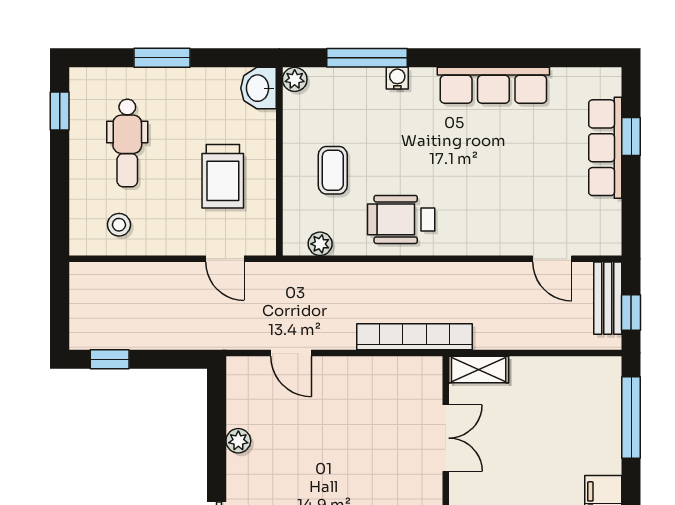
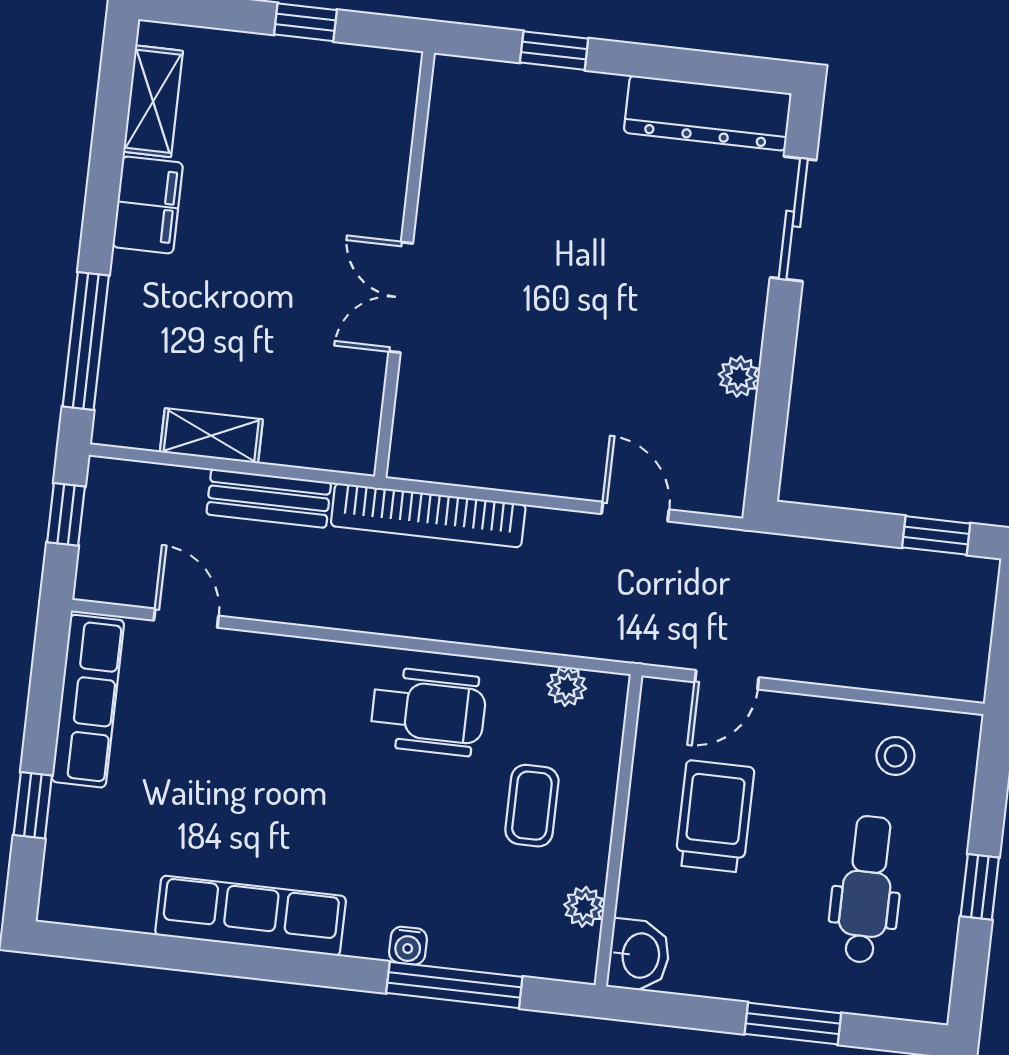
plant: (295, 79) -> (584, 907), moved
window: (60, 111) -> (980, 887), moved
row of seats: (605, 148) -> (88, 701), moved
door: (225, 259) -> (727, 680), swing flipped
bench: (608, 298) -> (269, 498), moved, turned 90
shelving: (479, 369) -> (211, 436), moved
double door: (446, 438) -> (401, 297), moved

